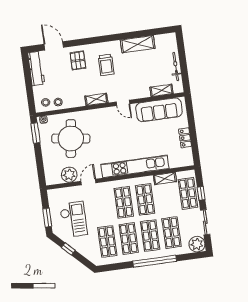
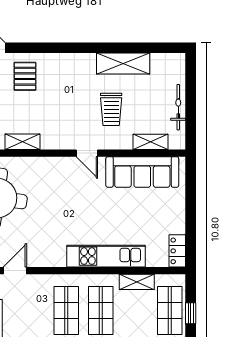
trolley: (106, 65) -> (111, 109), moved
shelving: (96, 99) -> (23, 142), moved
locker: (185, 138) -> (177, 251), moved
kitchen unit: (135, 166) -> (106, 256), width x0.73

